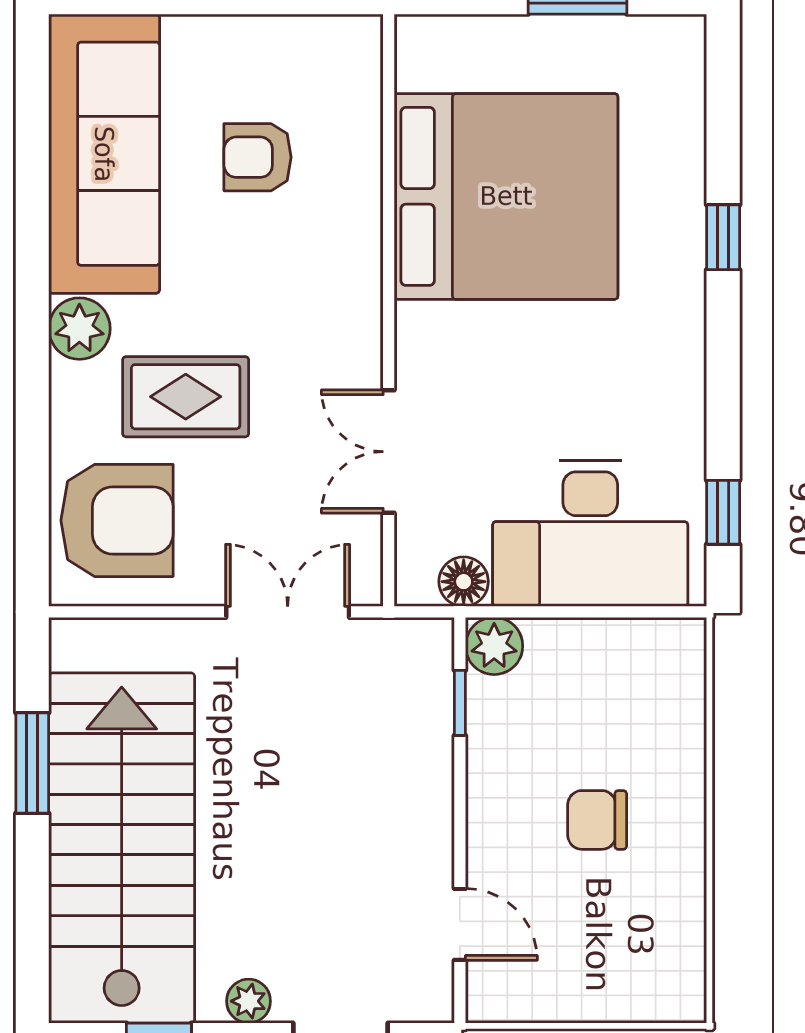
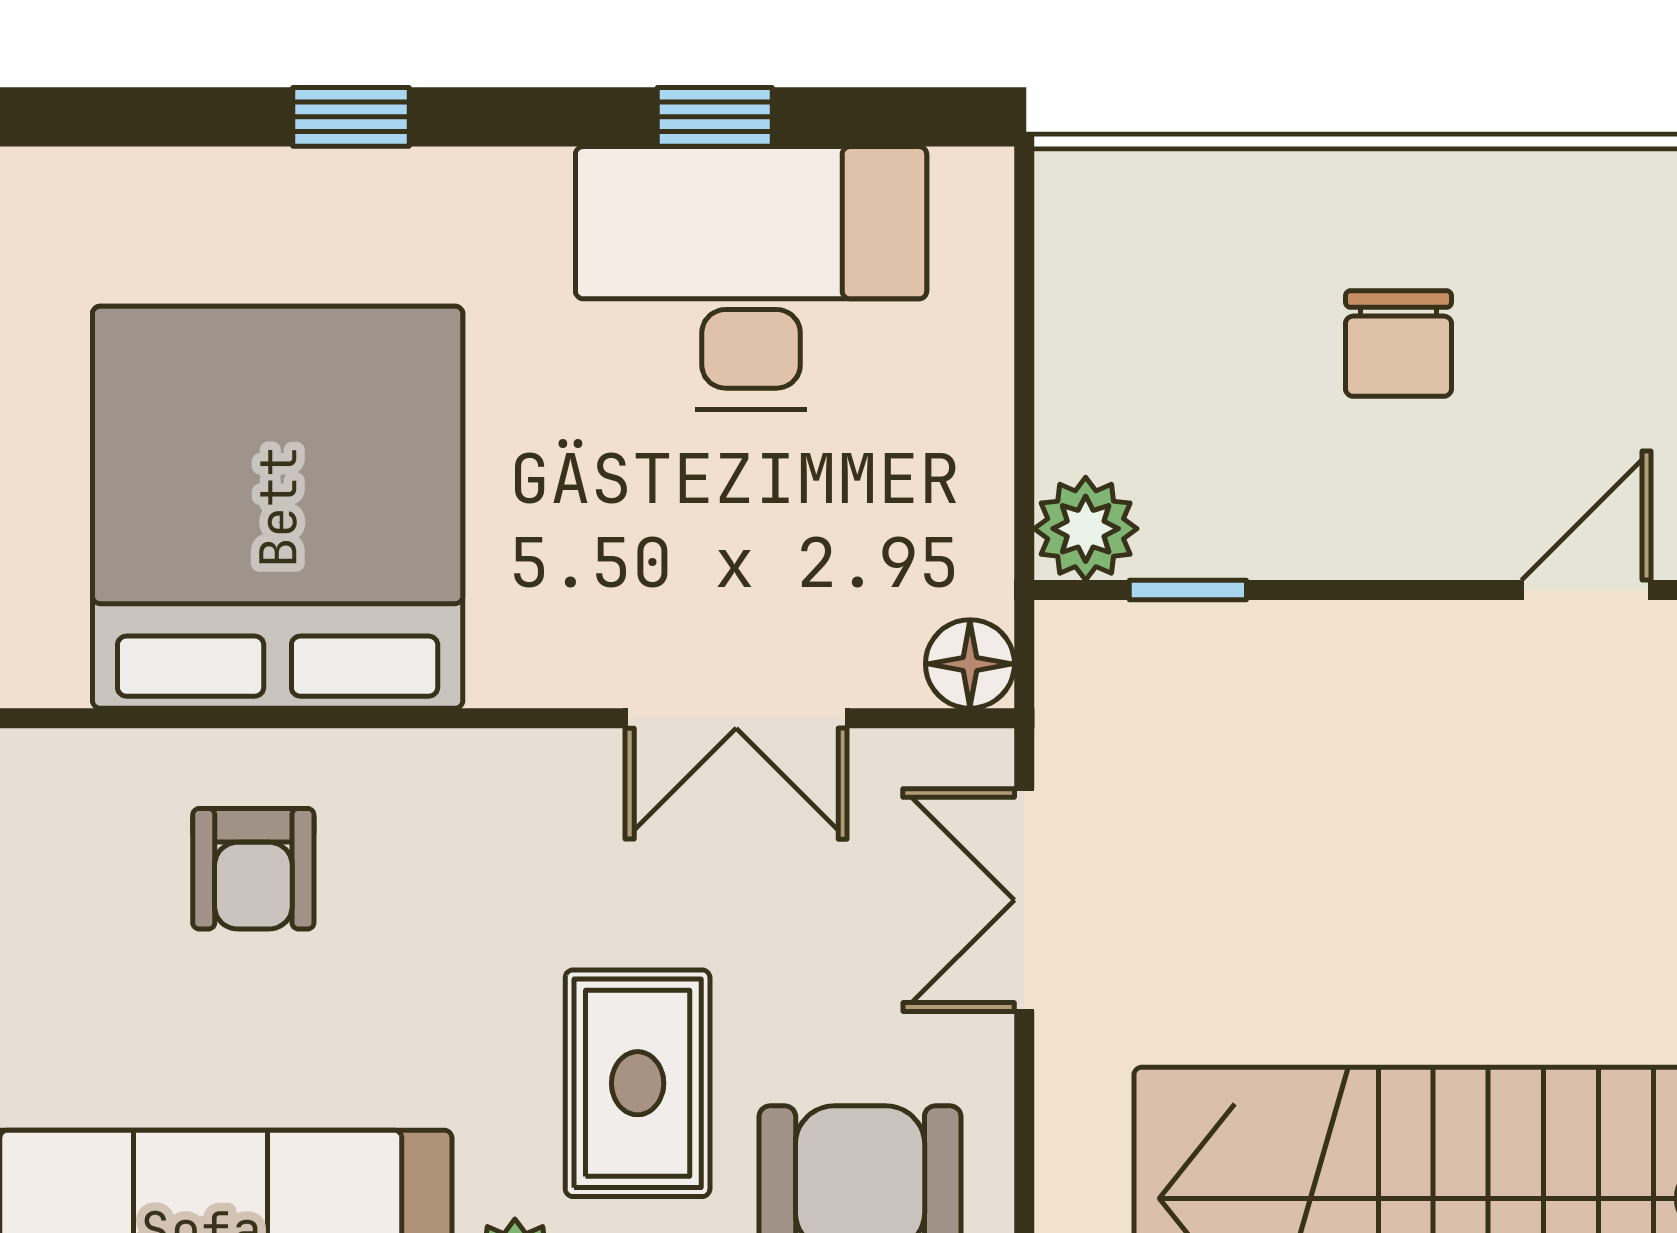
armchair: (258, 157) -> (253, 869), moved
window: (723, 512) -> (715, 117), moved
desk: (590, 533) -> (751, 278), moved, turned -90
floor lamp: (464, 582) -> (970, 664), moved

